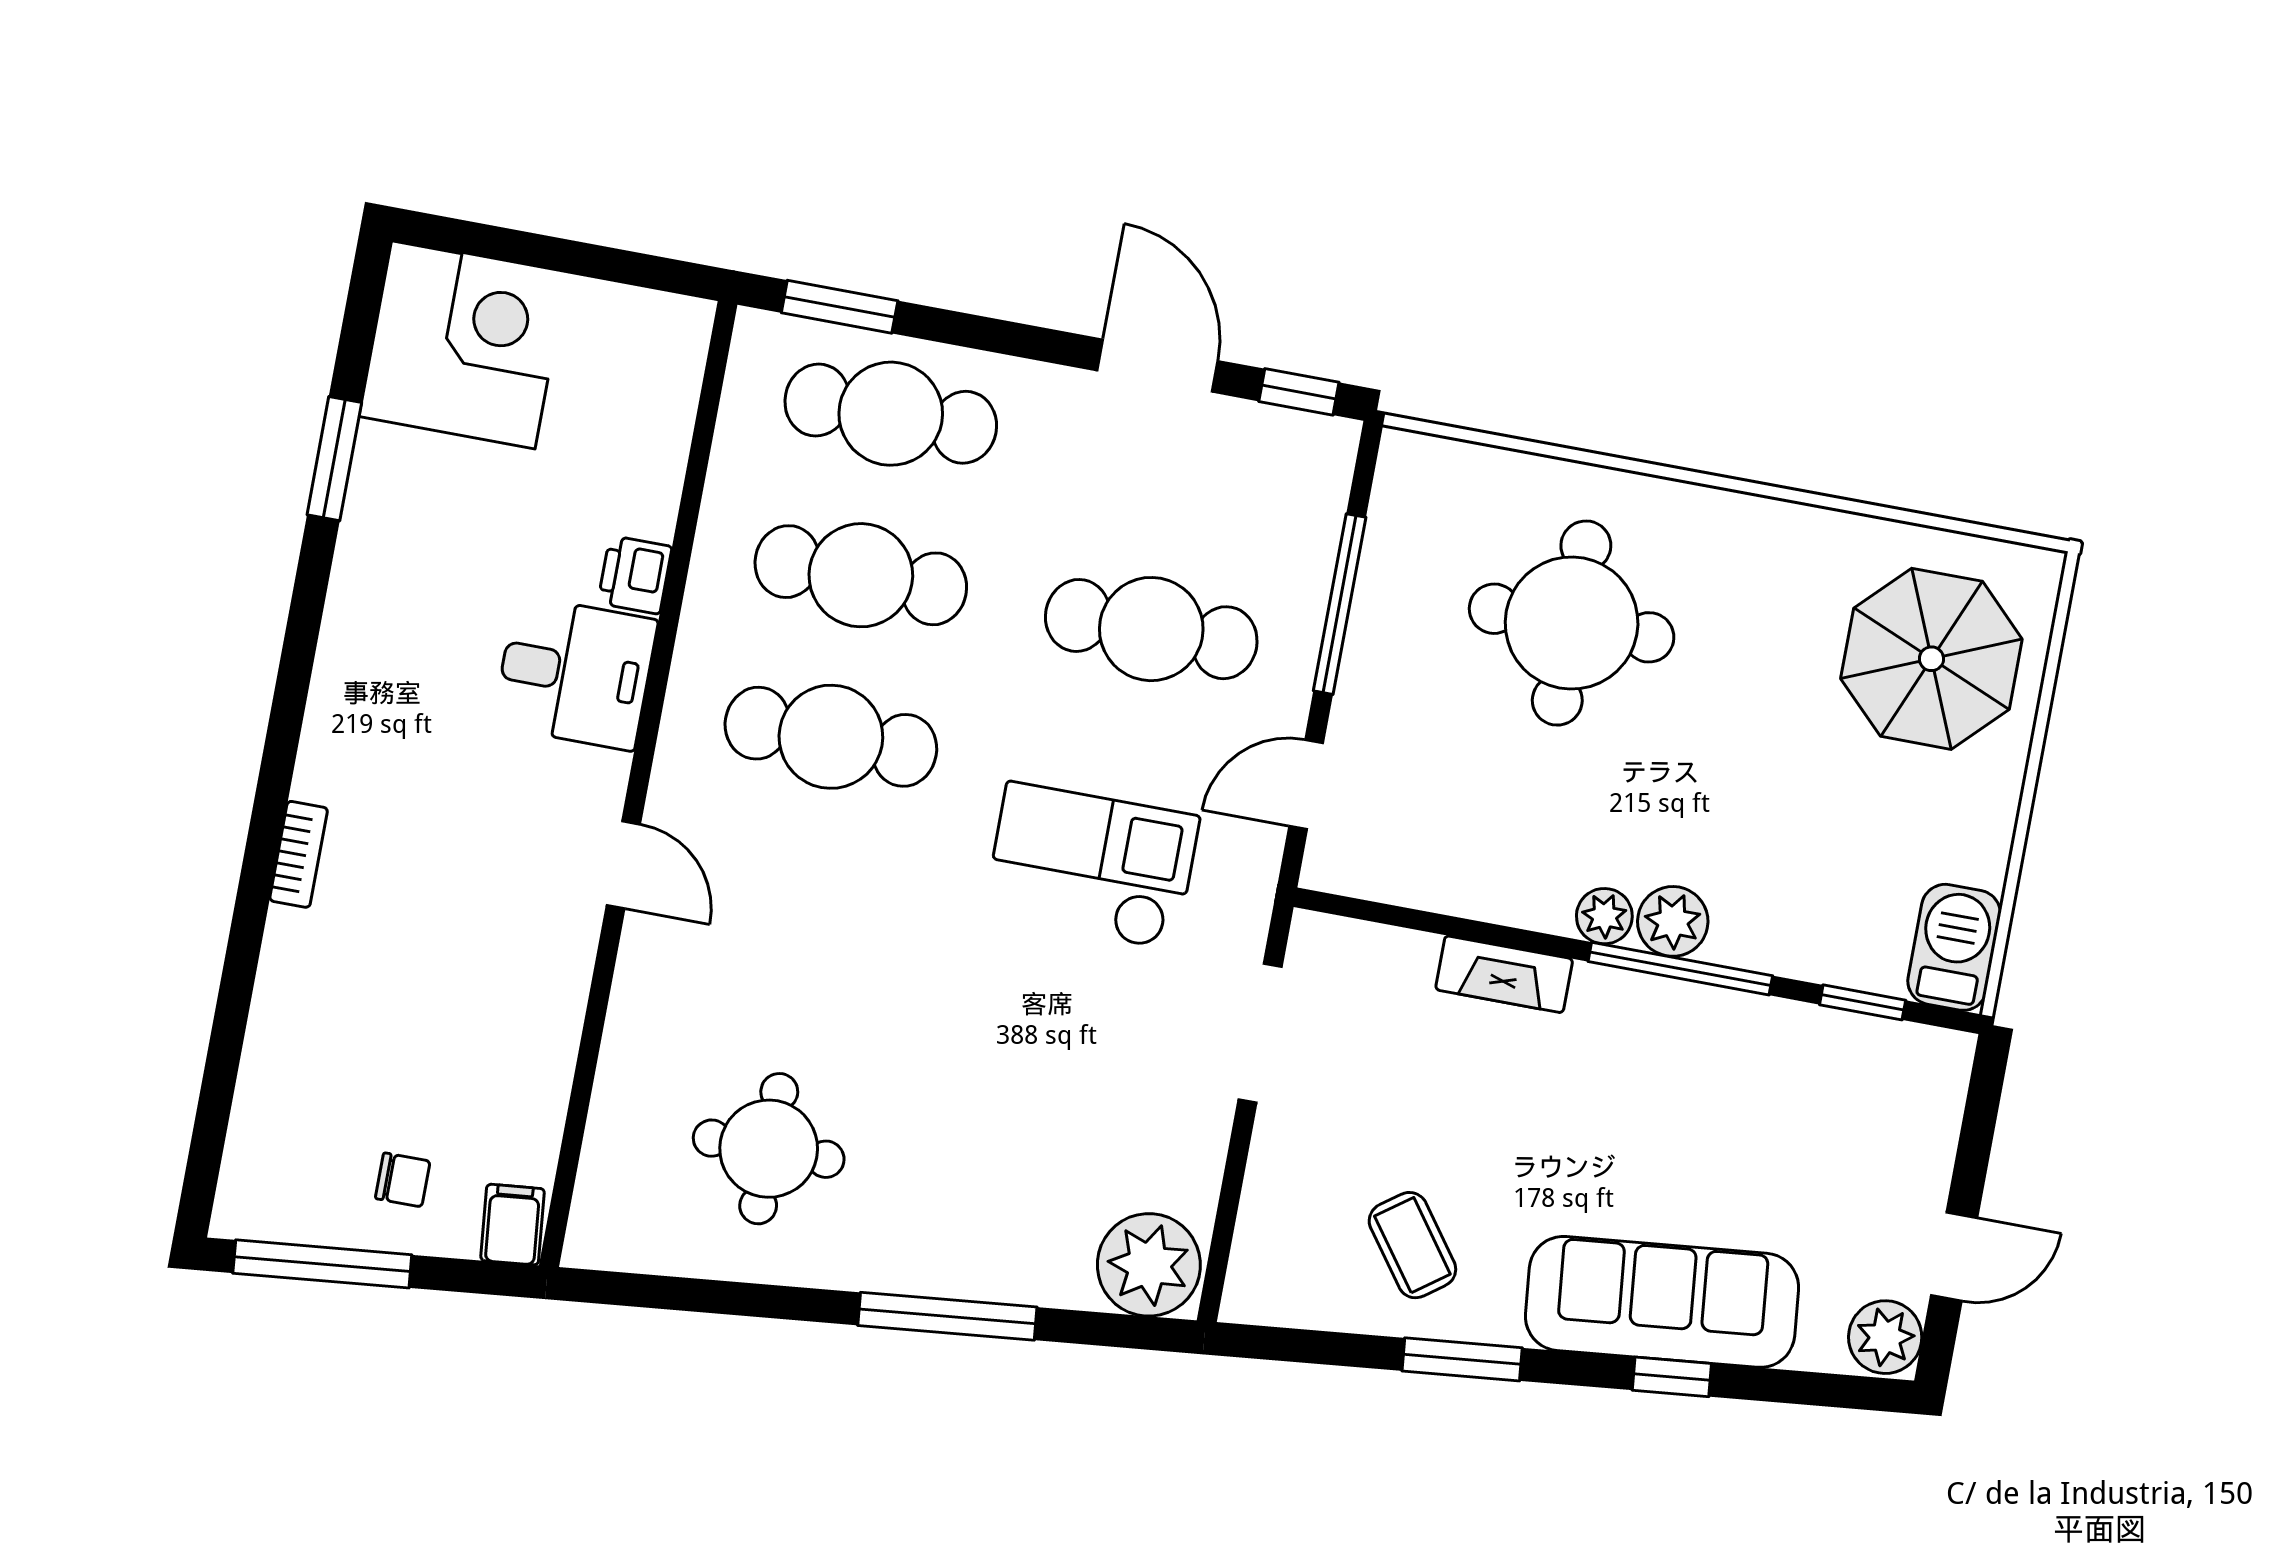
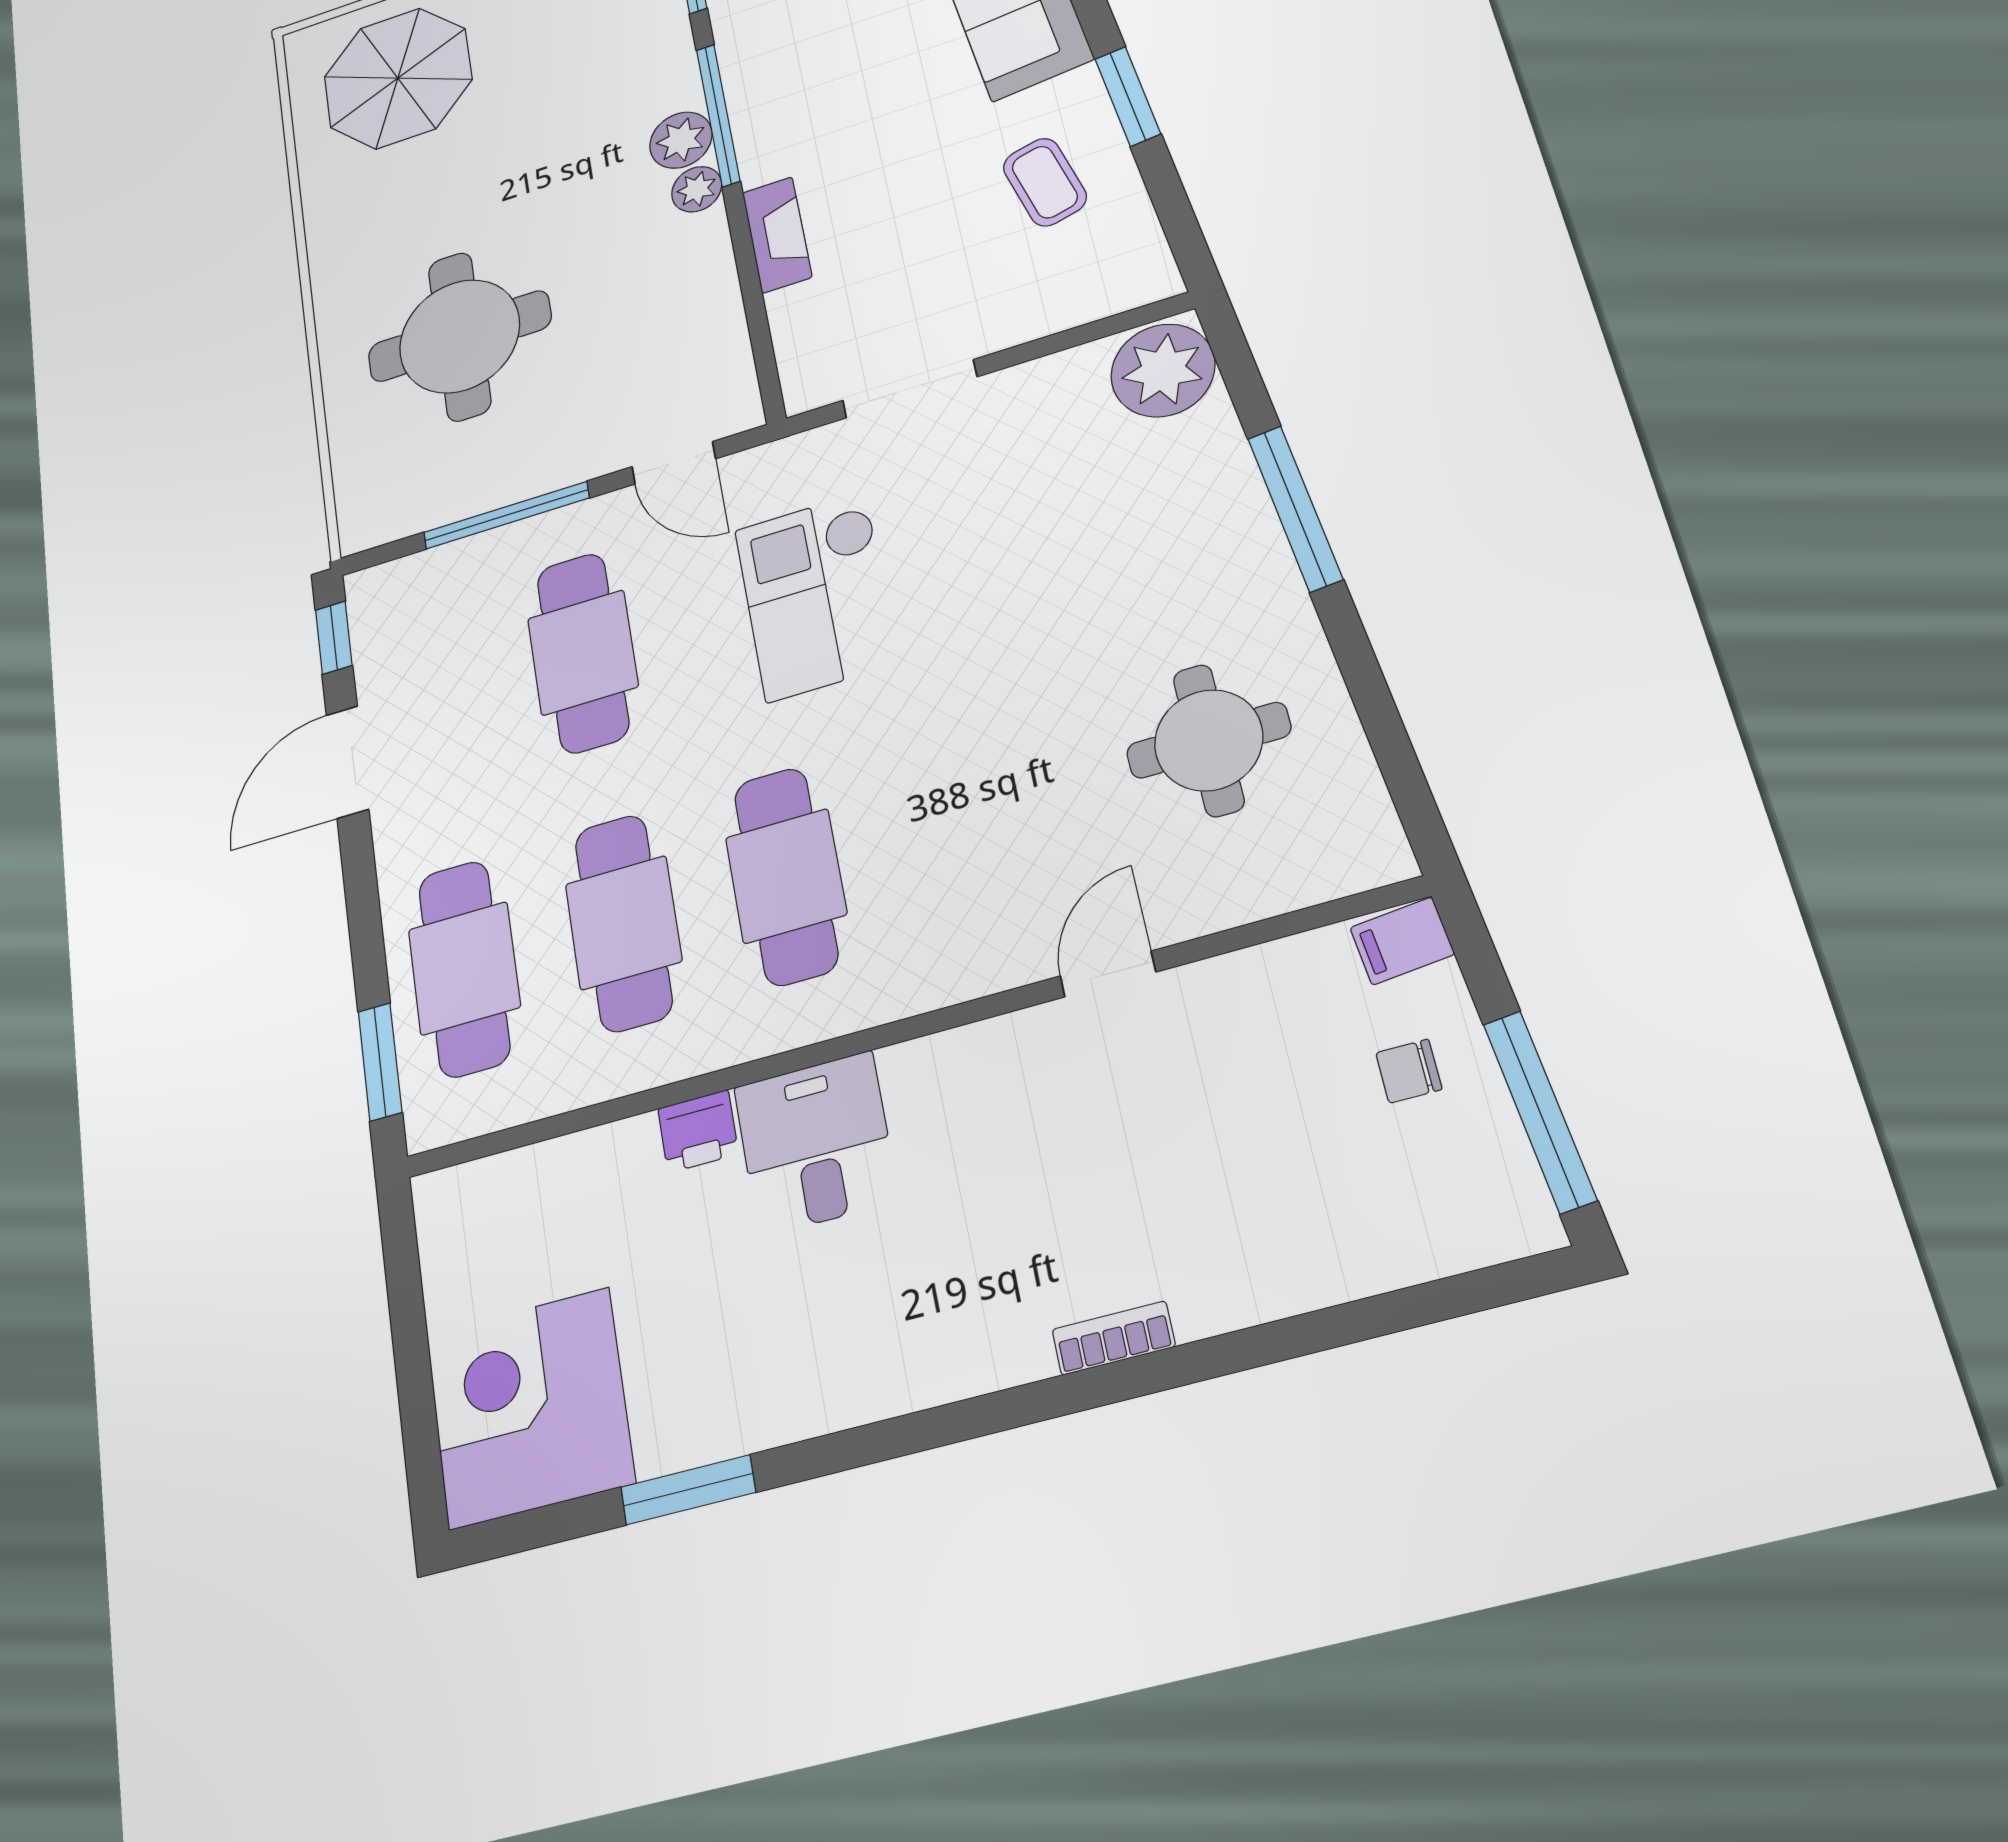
door: (623, 865) -> (1108, 974), moved
chair: (403, 1180) -> (1409, 1071), turned -90
coffee table: (1412, 1245) -> (1045, 182), turned -68

